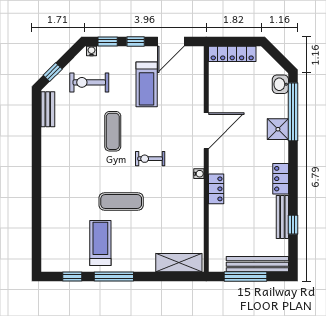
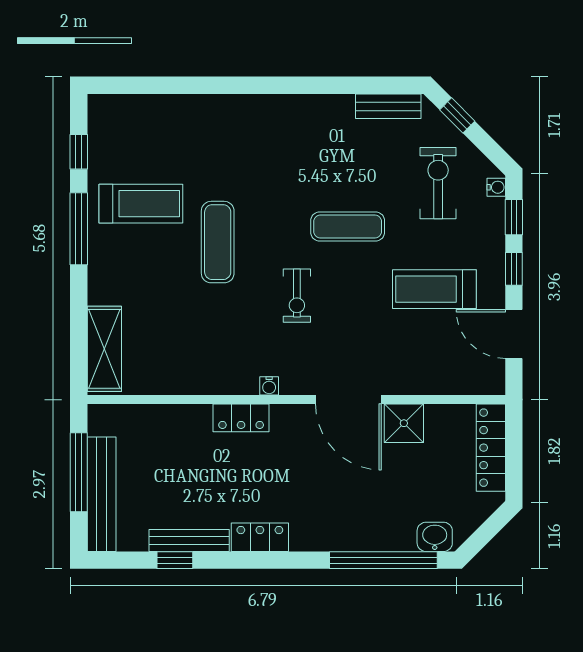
shower: (278, 129) -> (404, 423), moved
exercise bike: (150, 159) -> (297, 296), turned 180

